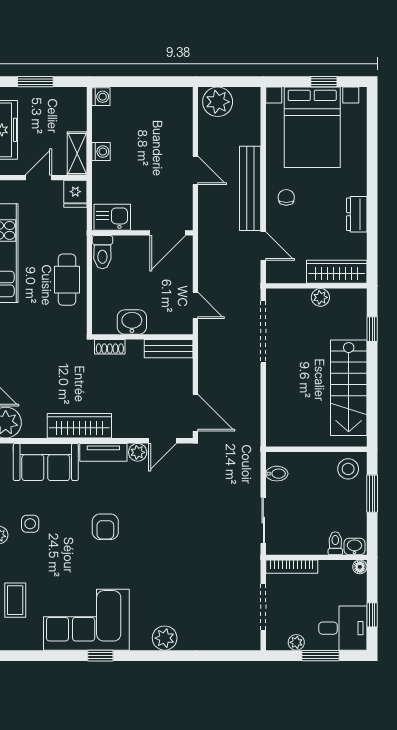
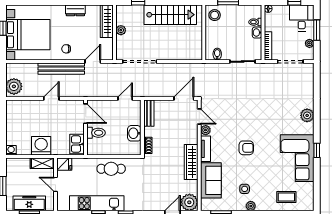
washing machine: (101, 152) -> (41, 146), width x1.89, depth x1.89
toilet: (102, 252) -> (96, 133), moved
washbasin: (354, 546) -> (257, 33), moved

